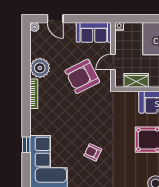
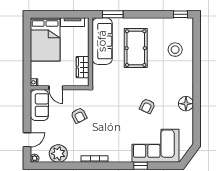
door: (113, 62) -> (56, 88), moved
plant: (40, 68) -> (58, 154), moved
armchair: (82, 76) -> (79, 115), width x0.53, depth x0.53

